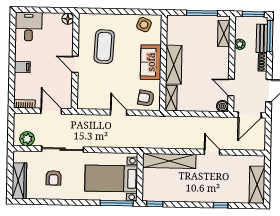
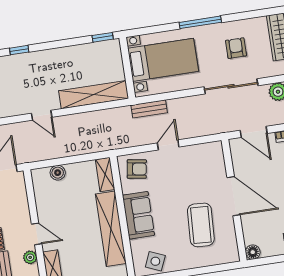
door: (75, 64) -> (234, 196), width x1.88
shelving: (174, 65) -> (111, 229), width x1.47
door: (231, 87) -> (37, 234), moved
boiler: (222, 106) -> (58, 173), moved
door: (119, 112) -> (168, 145), swing flipped
bench: (129, 143) -> (149, 109), added
window: (117, 203) -> (200, 22), moved

